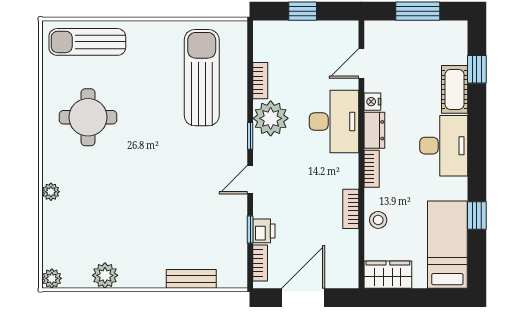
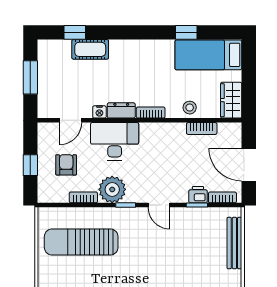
armchair: (303, 58) -> (66, 165), added
door: (361, 63) -> (70, 120), hinge flipped
desk: (444, 146) -> (133, 58), removed
bookcase: (351, 209) -> (202, 128), moved
bench: (191, 279) -> (234, 243), width x1.36

